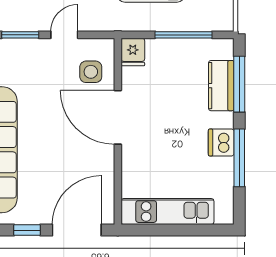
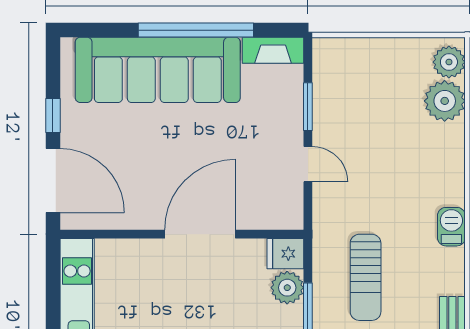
plant: (159, 51) -> (287, 288), added
side table: (91, 72) -> (260, 199), removed

